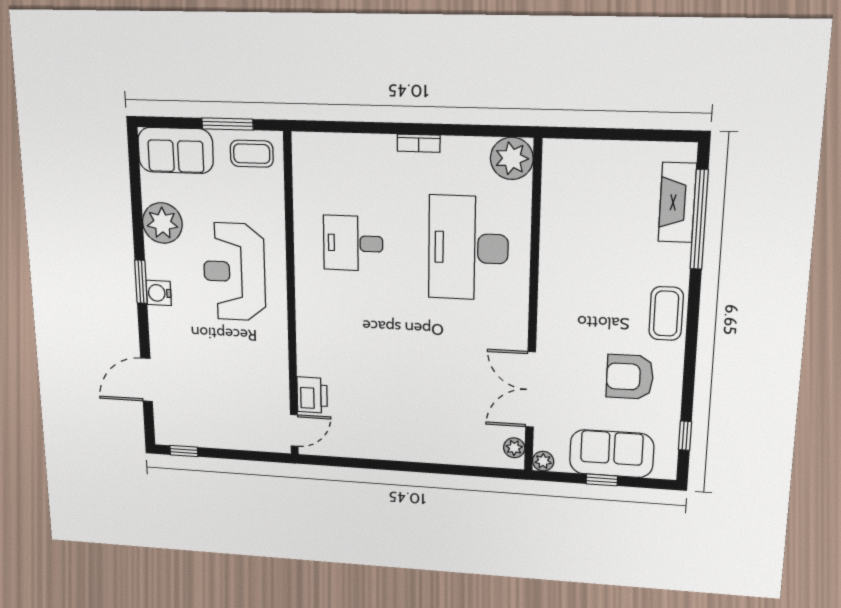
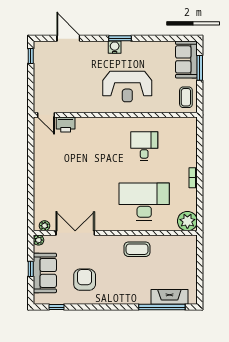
window: (227, 124) -> (200, 68), moved
plant: (162, 223) -> (150, 51), removed
reception desk: (234, 272) -> (127, 87), turned 180
coffee table: (666, 314) -> (137, 249), moved

